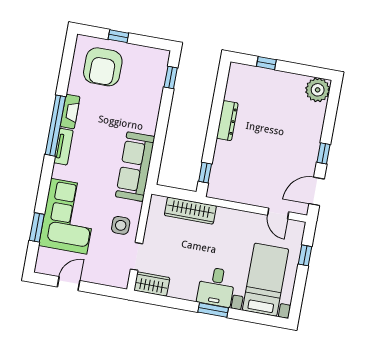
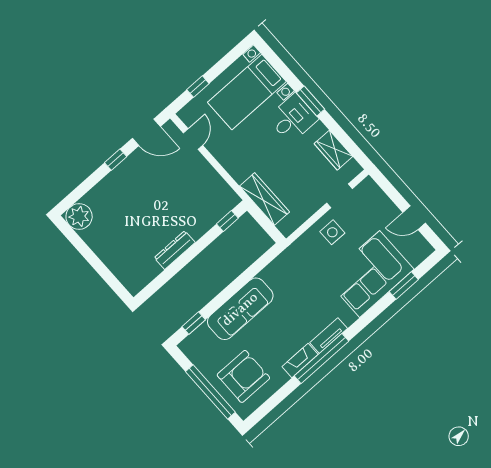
window: (118, 36) -> (210, 392), width x3.17
window: (266, 63) -> (104, 273), removed
sofa: (135, 167) -> (240, 309), moved
wardrobe: (152, 284) -> (333, 150), moved

